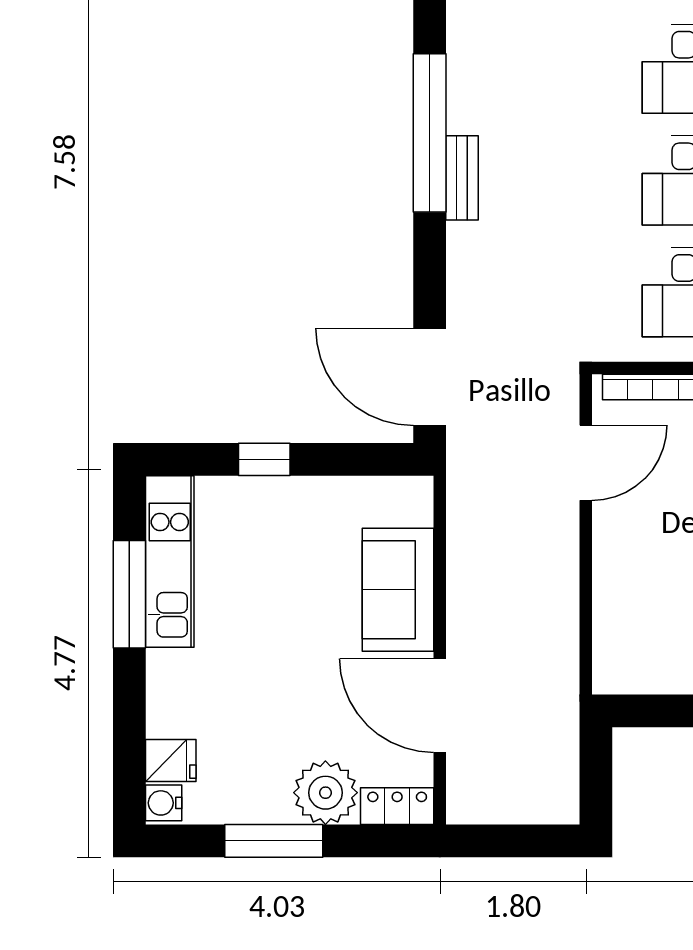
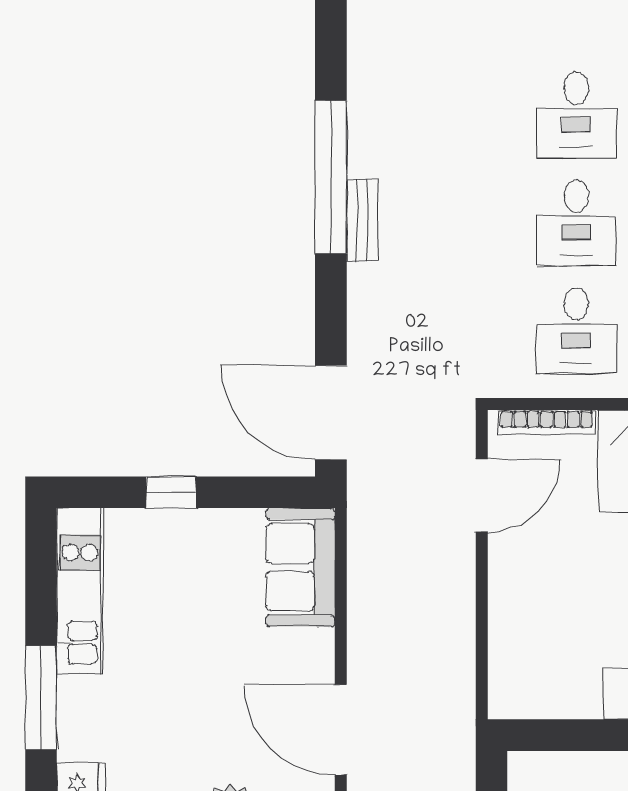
sofa: (398, 590) -> (300, 567), moved
window: (129, 594) -> (41, 698), moved

